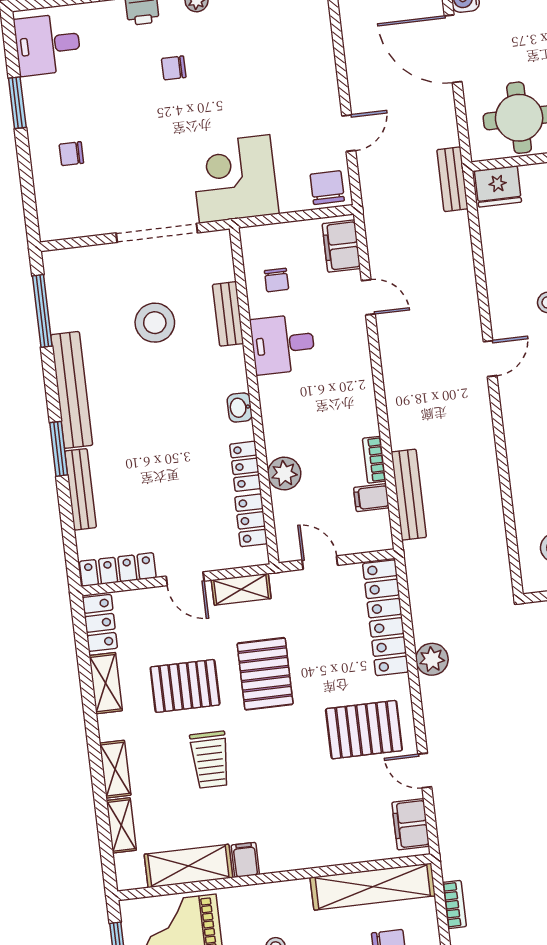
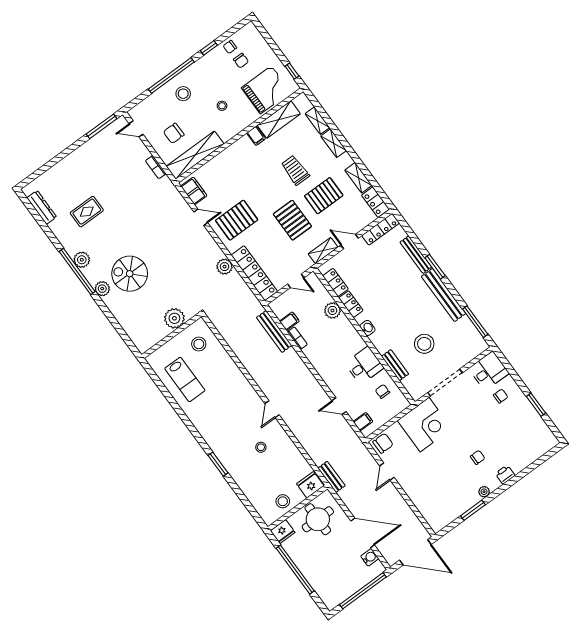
desk: (48, 44) -> (489, 371), moved
chair: (327, 188) -> (383, 443), turned -90
filing cabinet: (341, 246) -> (363, 422), width x0.50

